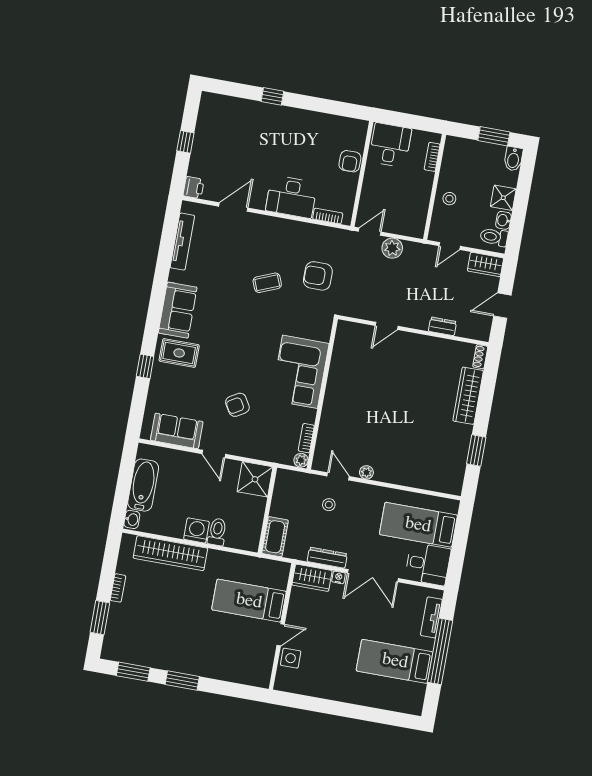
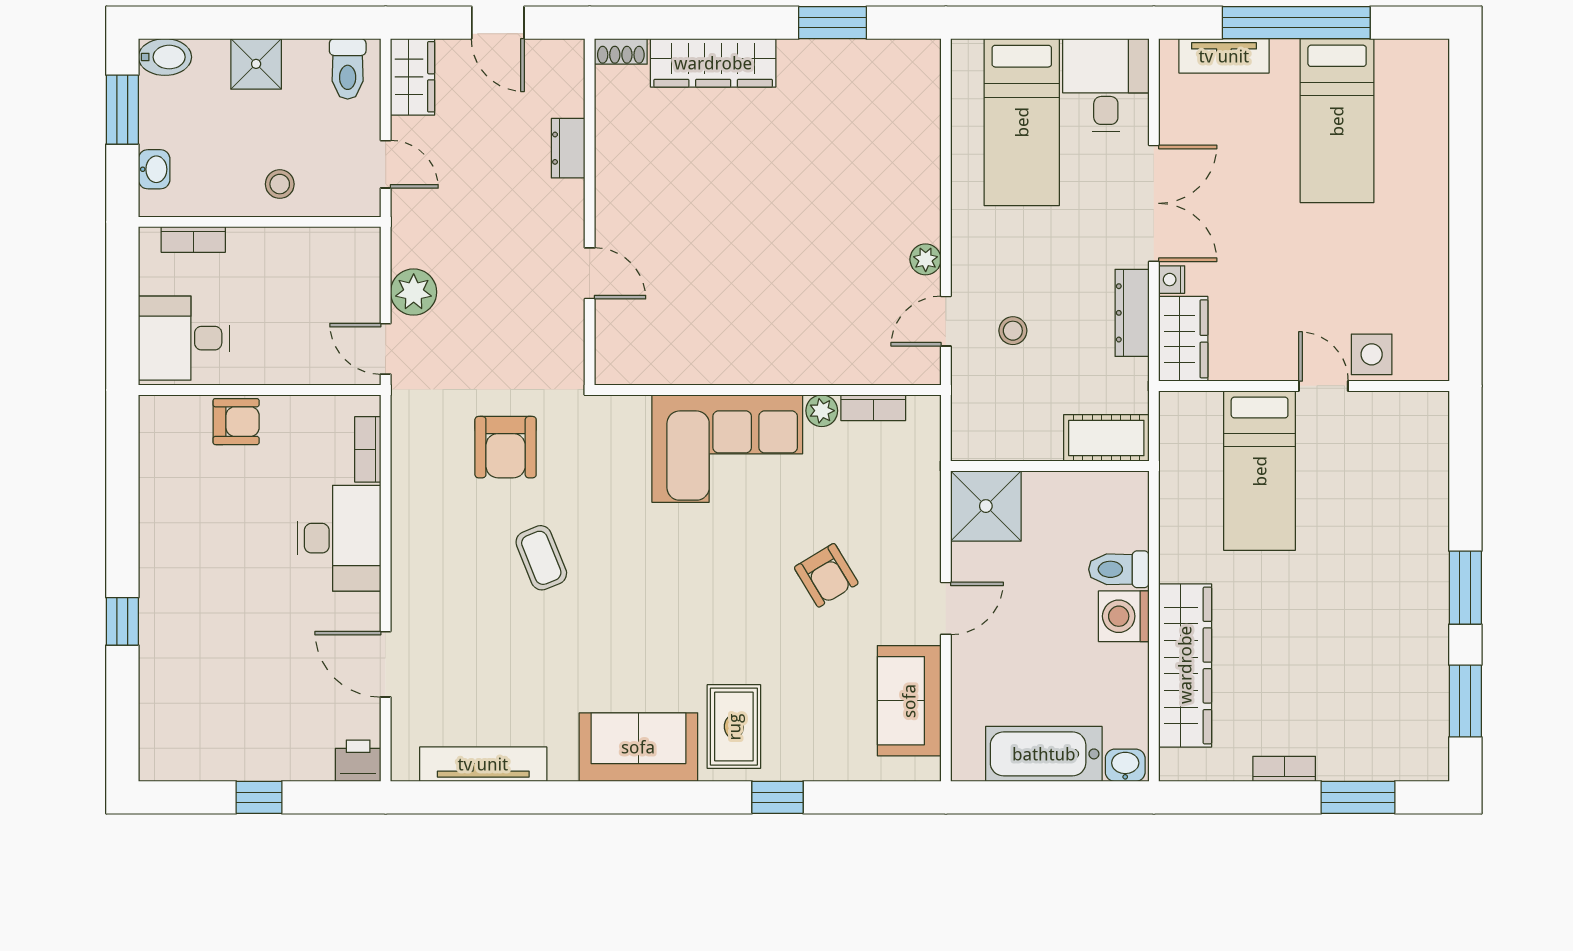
washbasin: (503, 220) -> (154, 169), moved, turned -90
plant: (301, 460) -> (822, 411), moved

